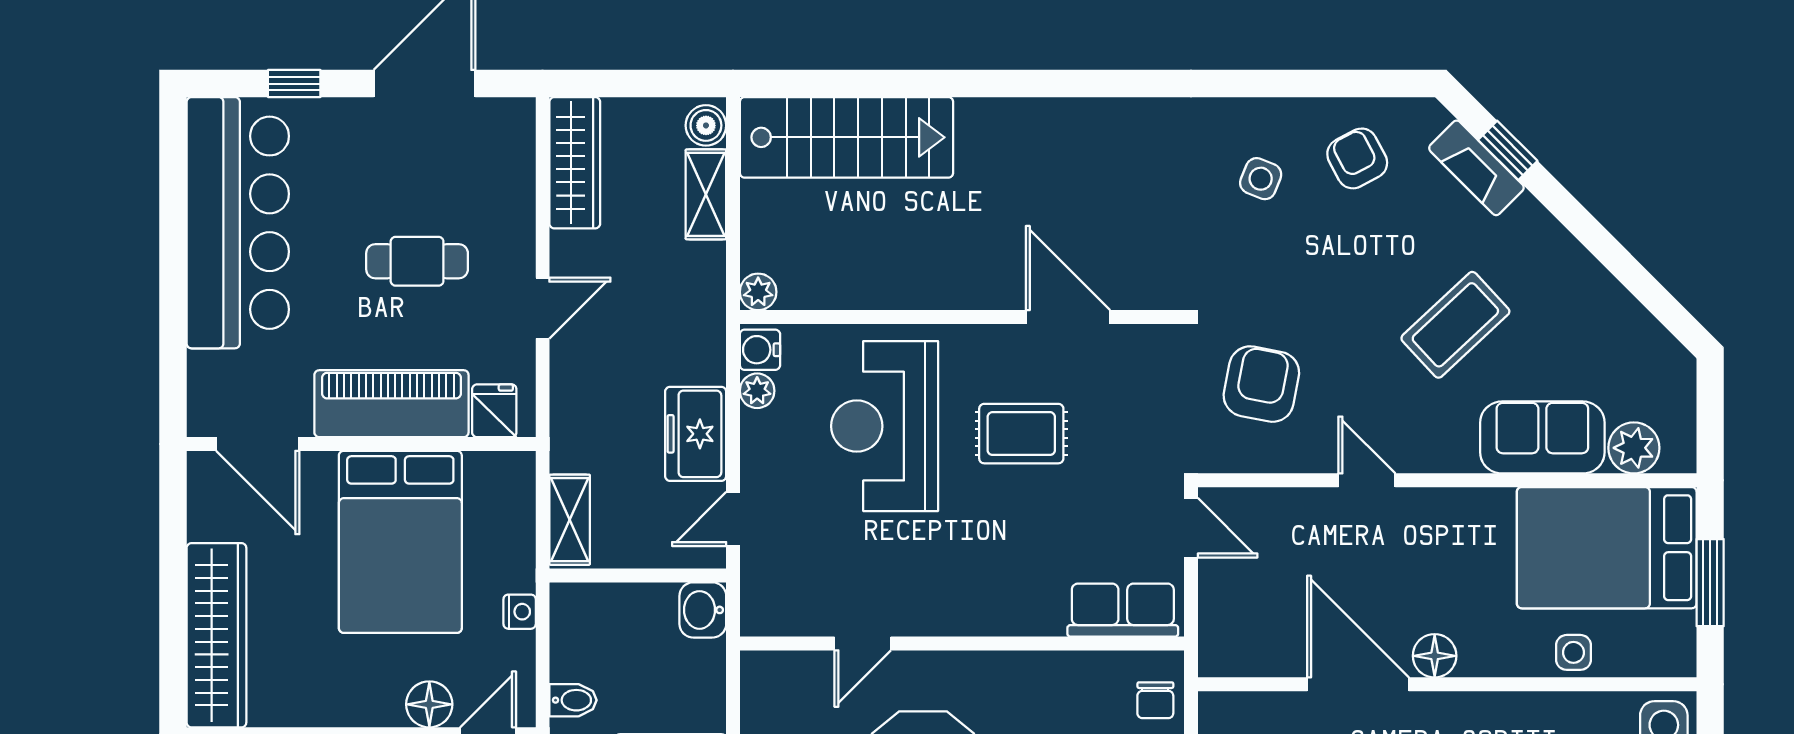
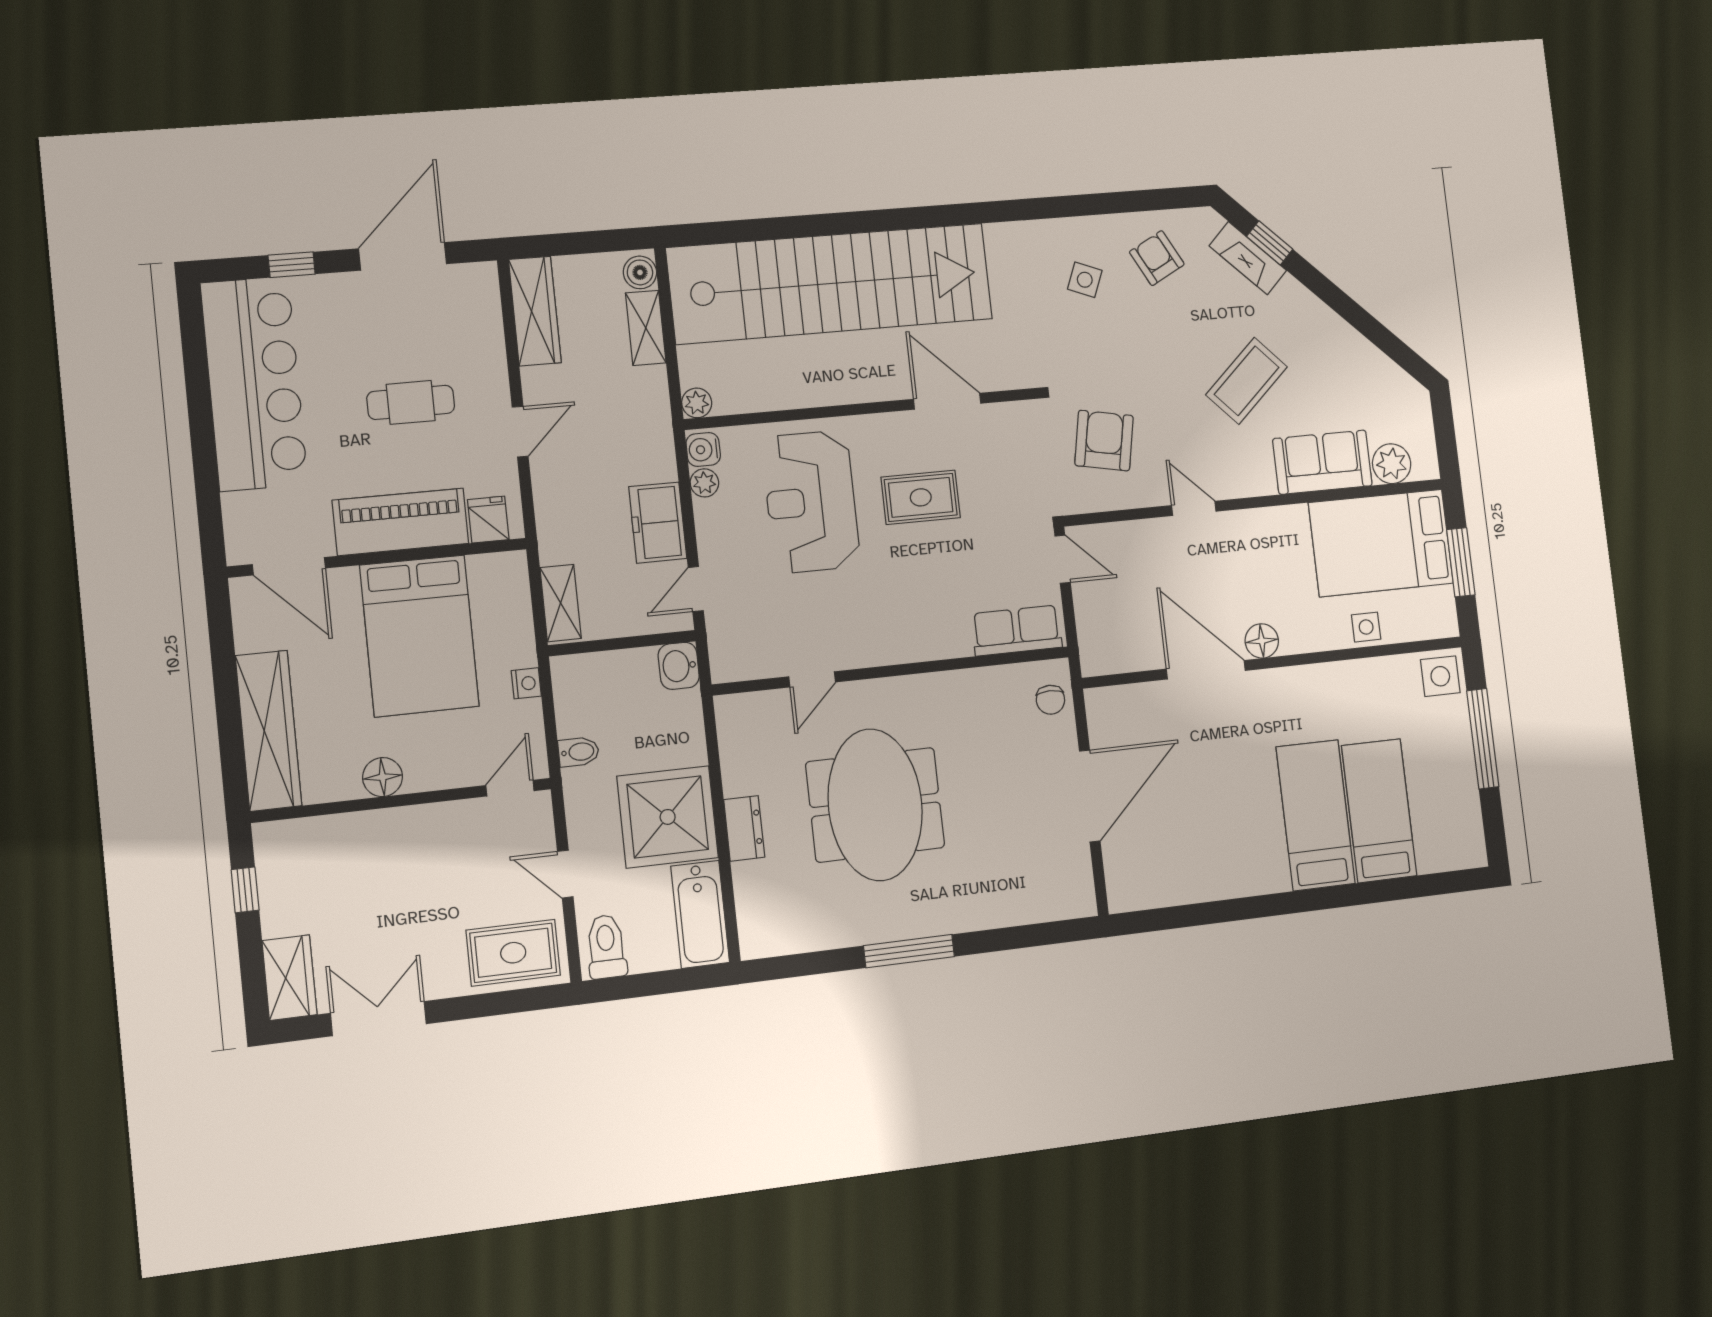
stairs: (847, 137) -> (830, 283), width x1.86, depth x1.51
floor lamp: (429, 704) -> (383, 777), moved

